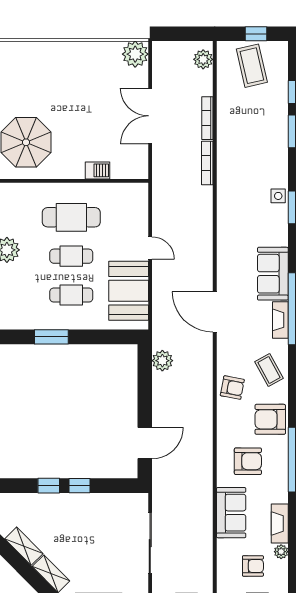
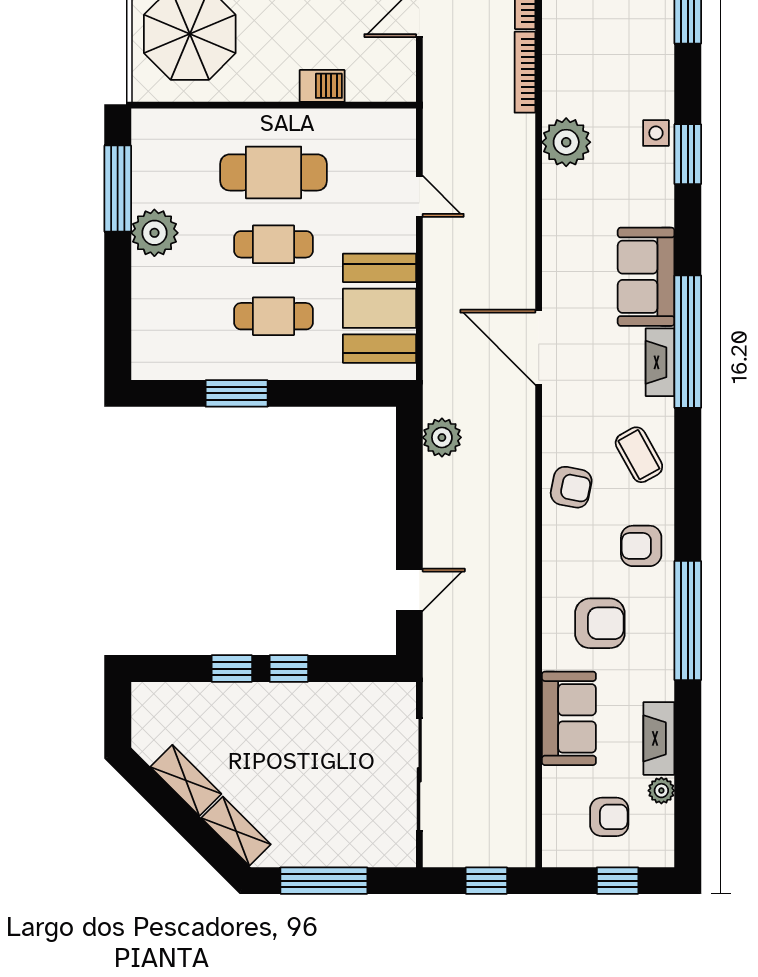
plant: (230, 201) -> (566, 142), added
door: (150, 248) -> (419, 196), moved
armchair: (270, 419) -> (641, 546), width x0.72, depth x0.72
door: (145, 443) -> (409, 590), width x0.73

